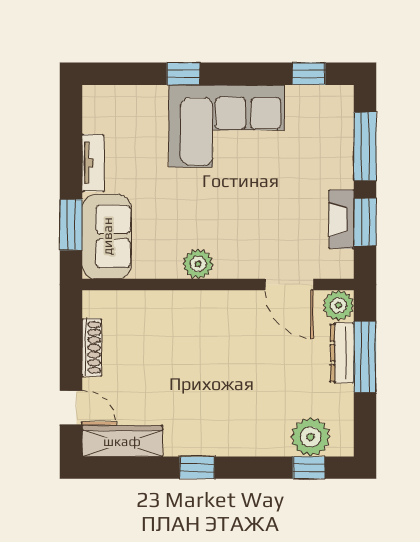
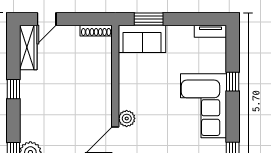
tv unit: (93, 163) -> (210, 31), moved
plant: (198, 264) -> (127, 118), moved
shoe rack: (92, 347) -> (96, 31), moved

